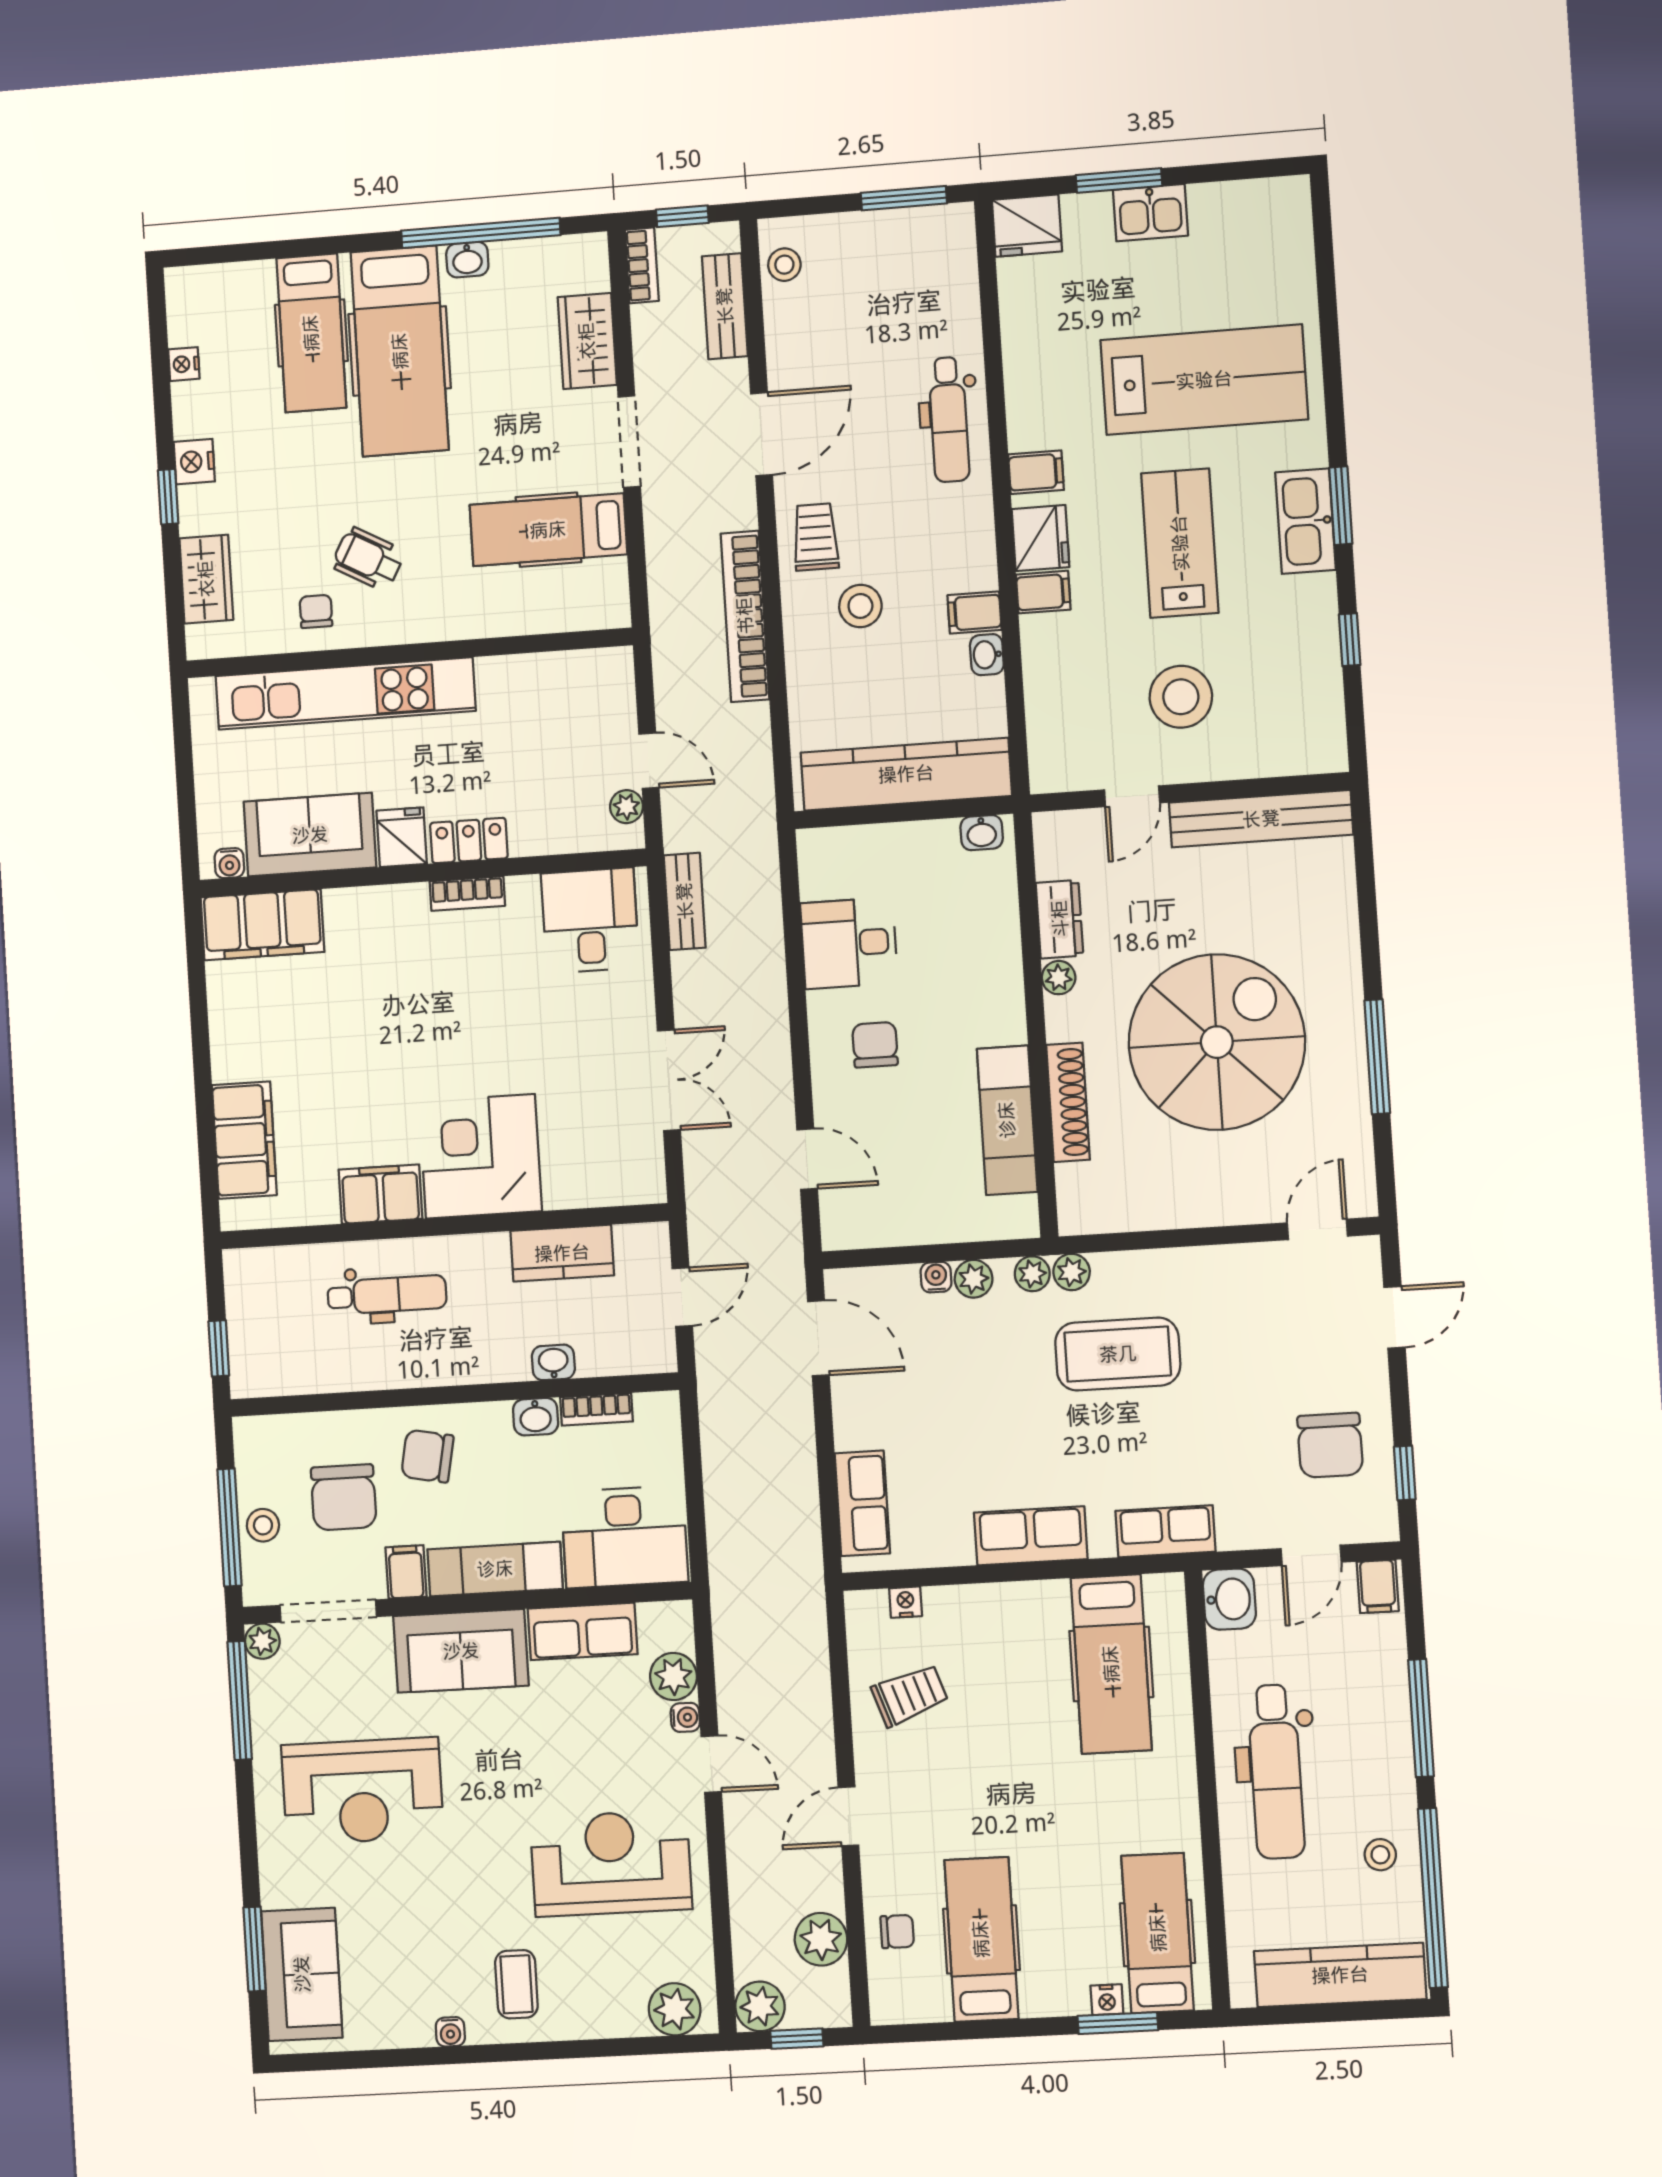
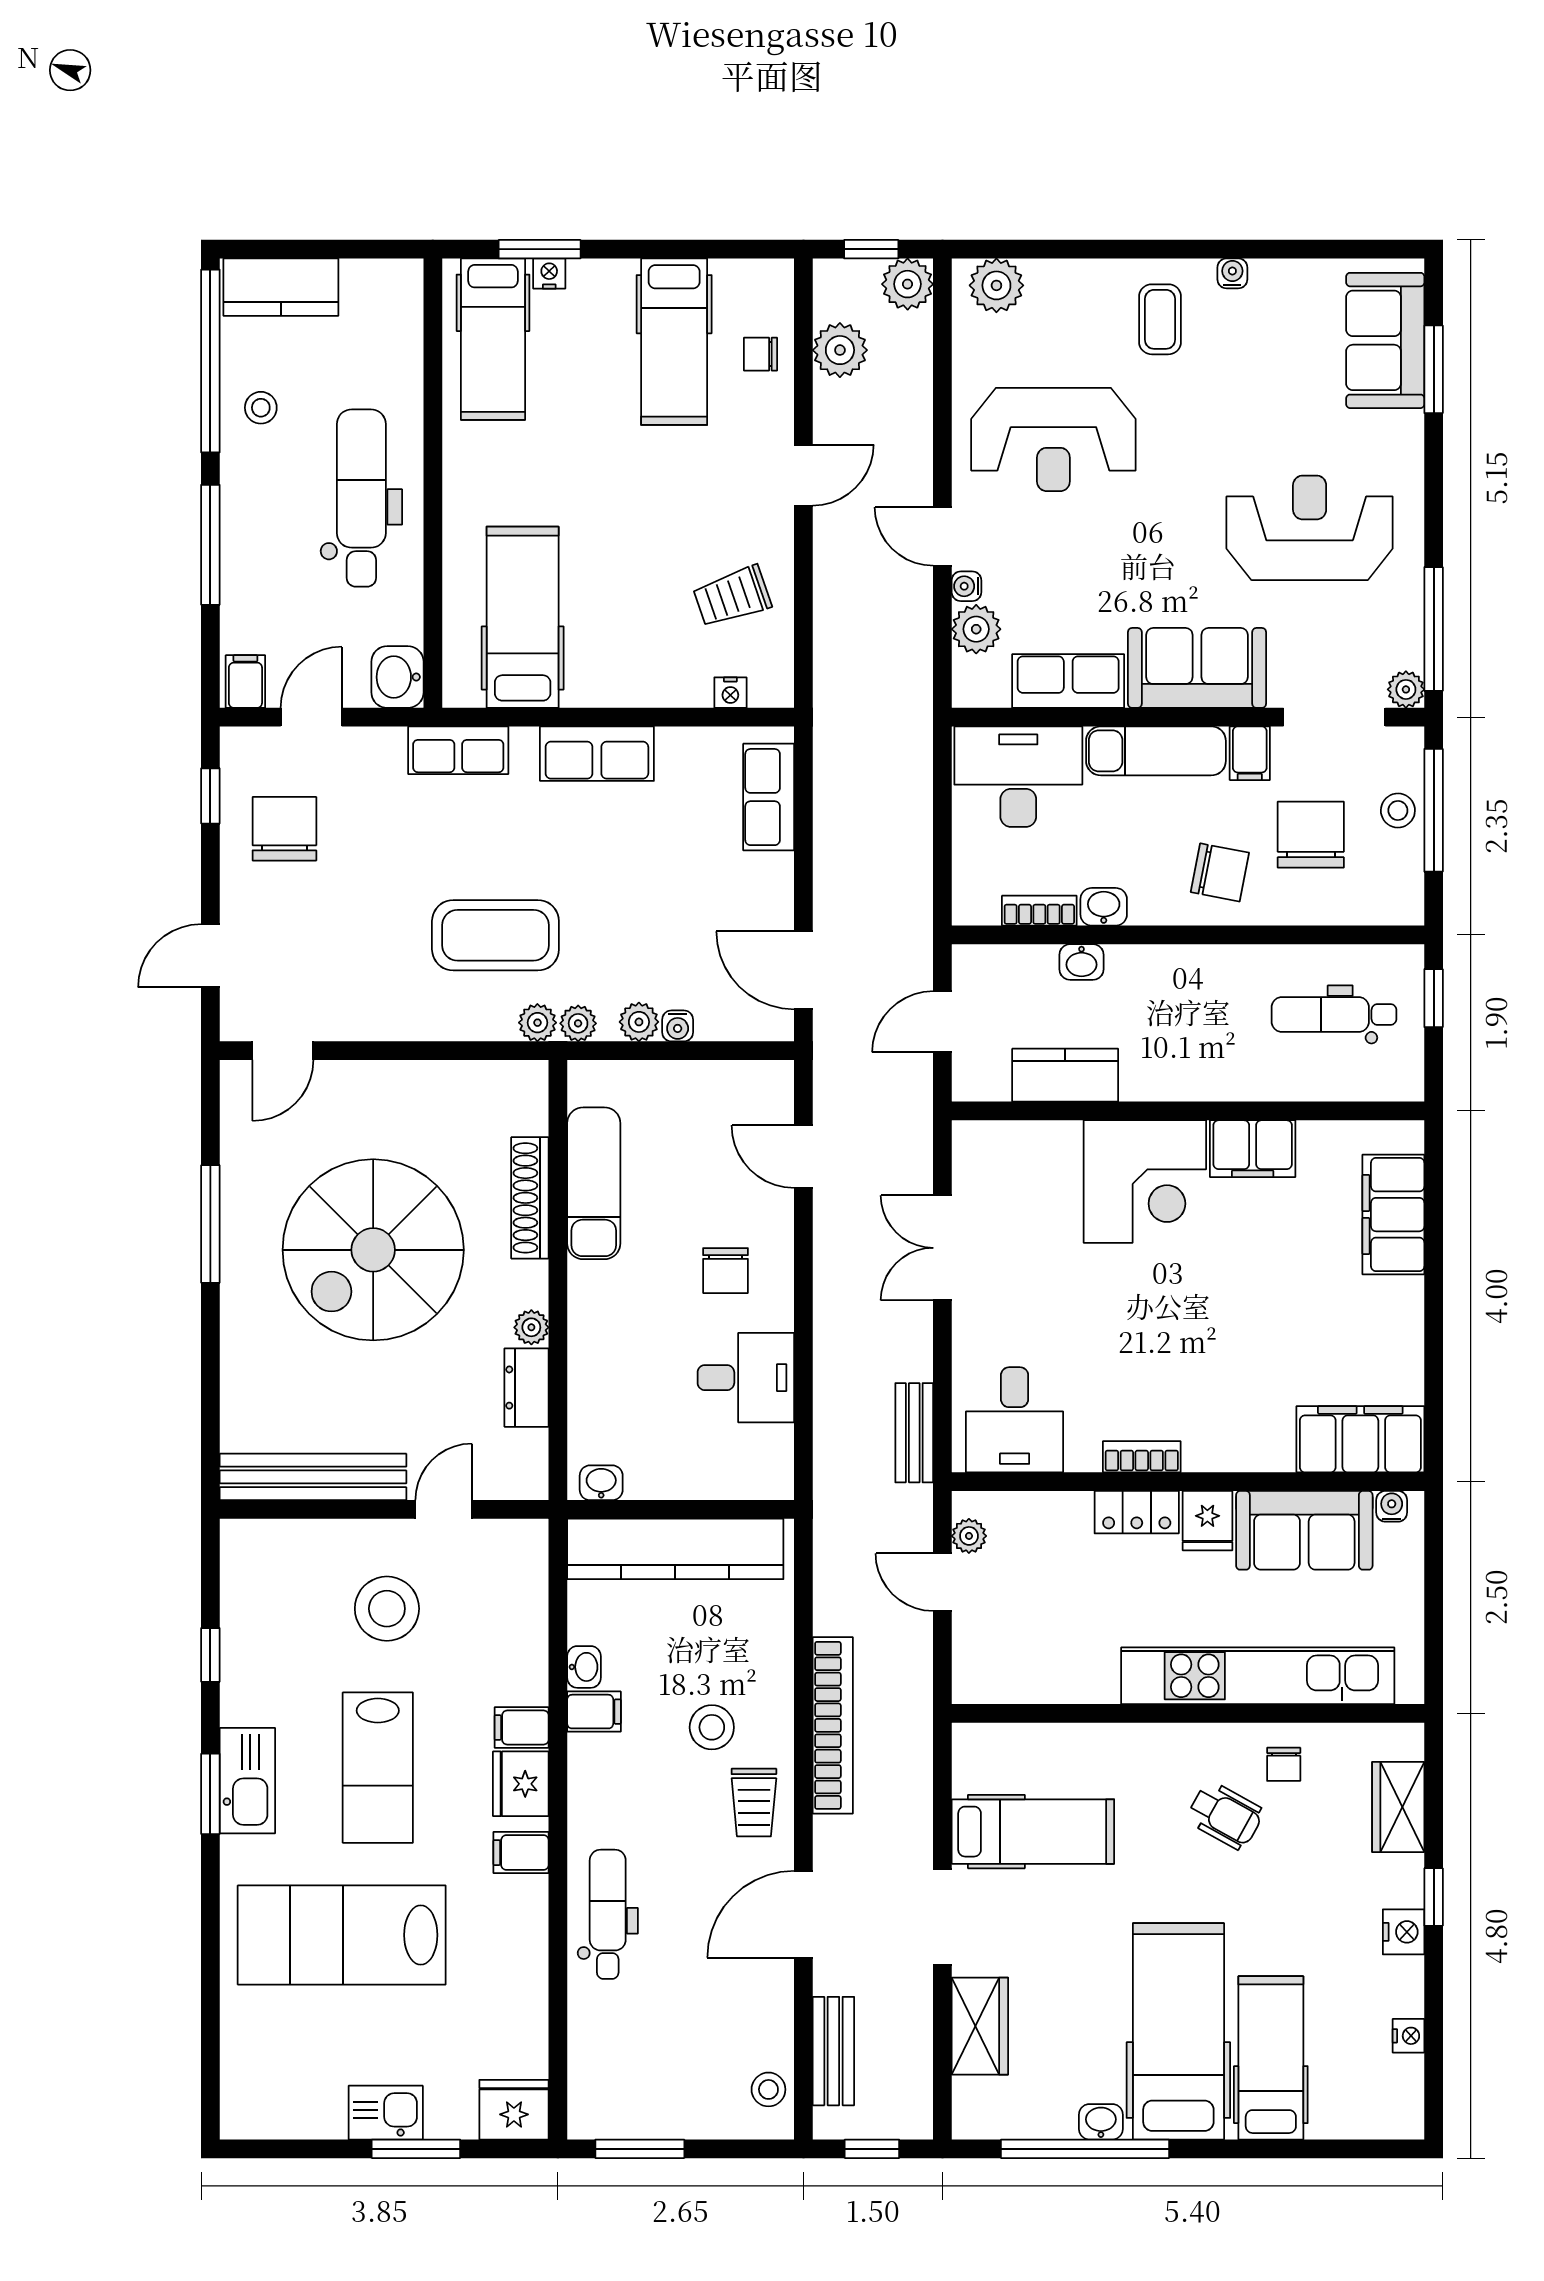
bookcase: (642, 265) -> (918, 2101), removed
dental chair: (387, 1295) -> (1334, 1014), moved
kitchen counter: (1340, 1975) -> (281, 287), width x0.67

